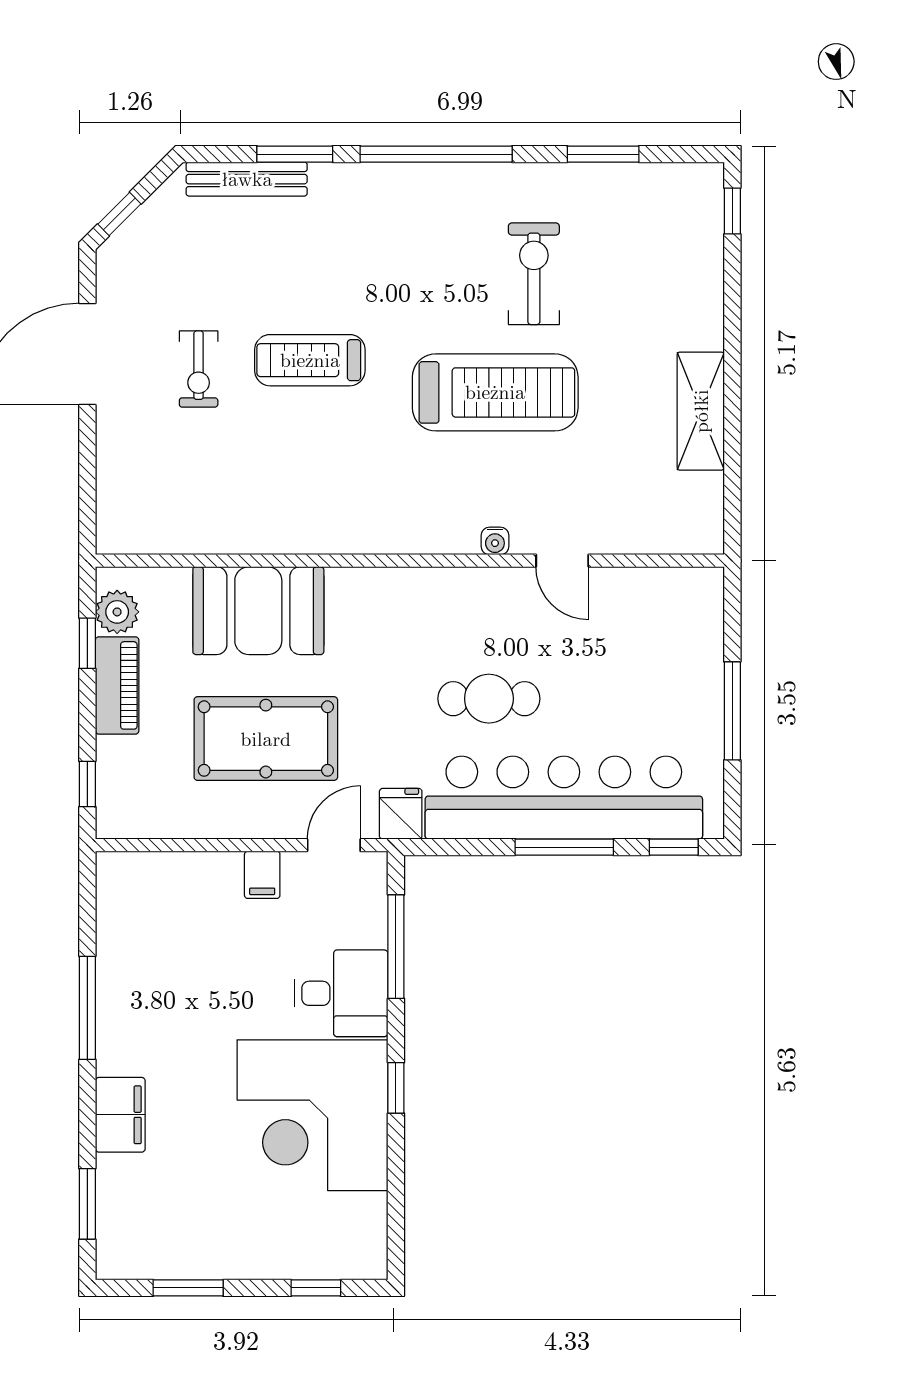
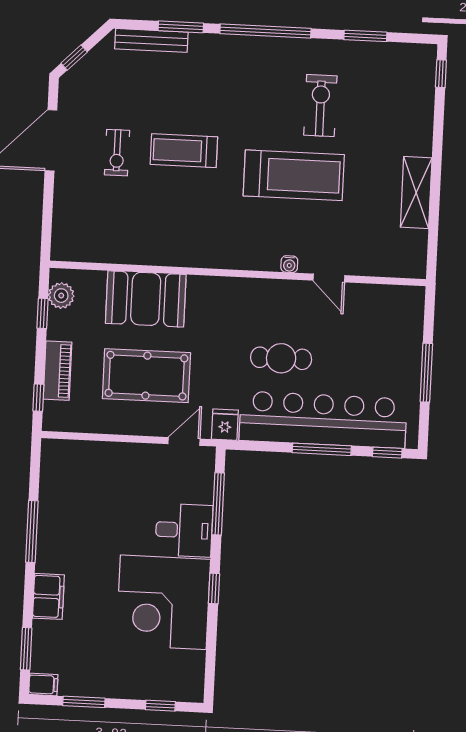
piano: (117, 685) -> (58, 371), moved
filing cabinet: (262, 875) -> (43, 684), moved, turned -90

